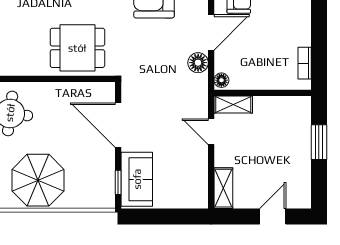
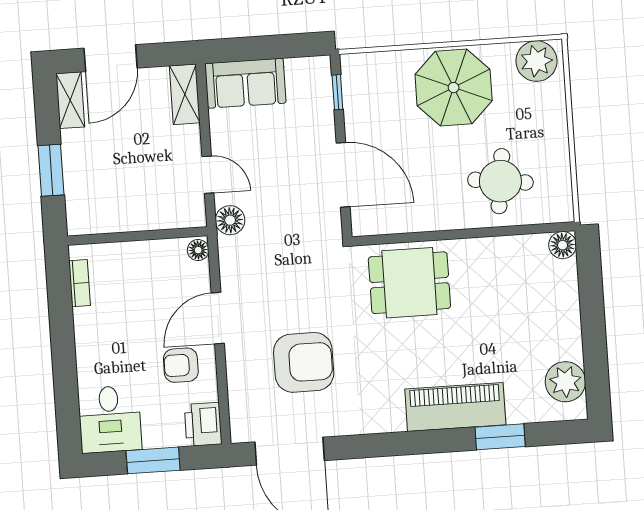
floor lamp: (198, 63) -> (230, 220), moved
shelving: (233, 104) -> (70, 100), moved, turned 90
sofa: (137, 179) -> (245, 83), moved, turned -90
door: (273, 216) -> (111, 58), width x1.38

